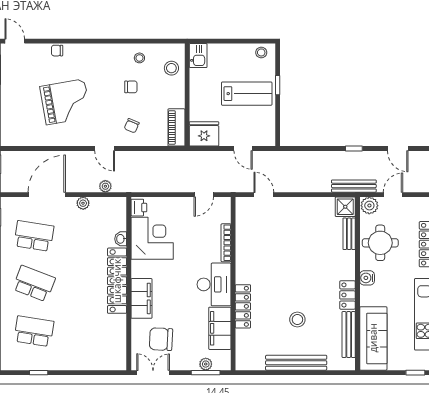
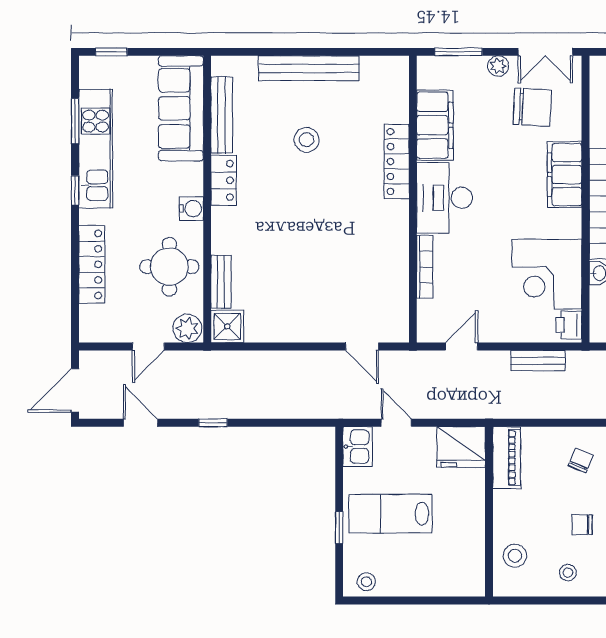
kitchen sink: (198, 56) -> (357, 447), moved, turned 180
bench: (354, 186) -> (538, 361), moved, width x0.73
plant: (206, 364) -> (498, 66), moved

